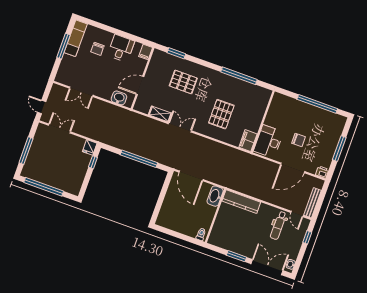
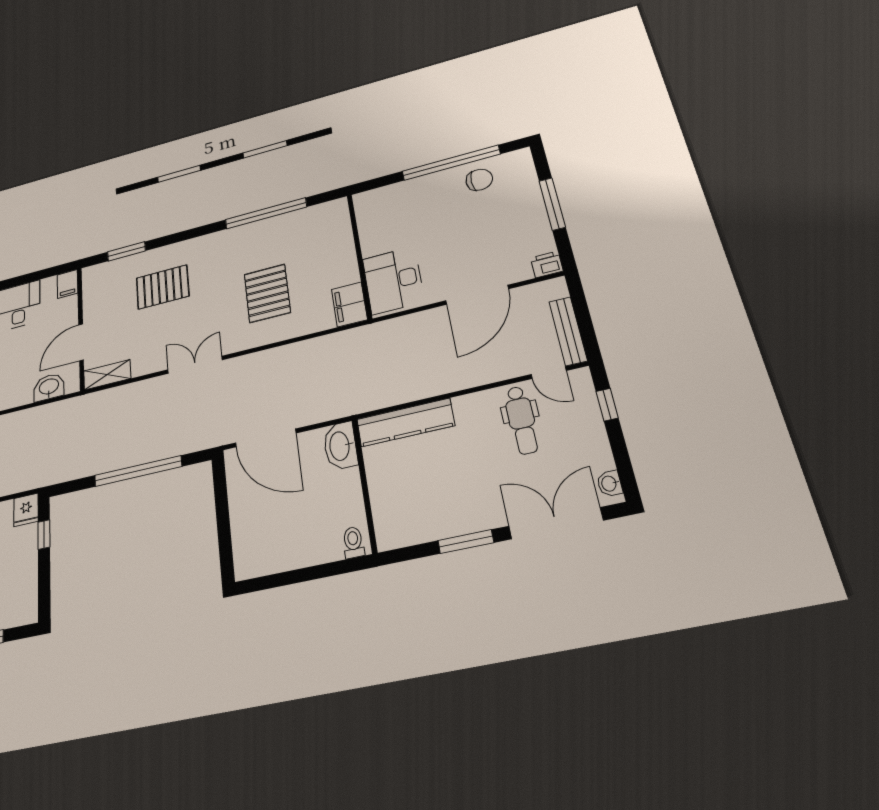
shelving: (160, 114) -> (107, 375), moved
chair: (298, 140) -> (479, 180), moved

